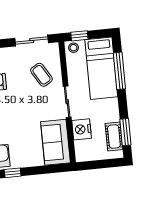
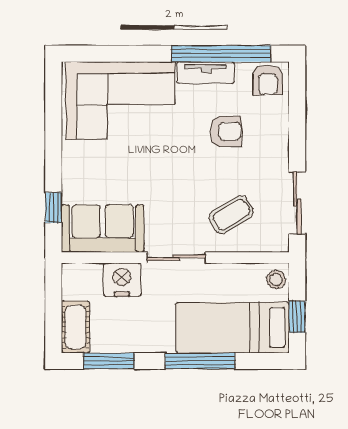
window: (79, 36) -> (297, 317), moved
window: (119, 71) -> (200, 361), moved
cot: (114, 137) -> (76, 327), moved, turned 90
window: (13, 173) -> (53, 208), moved

